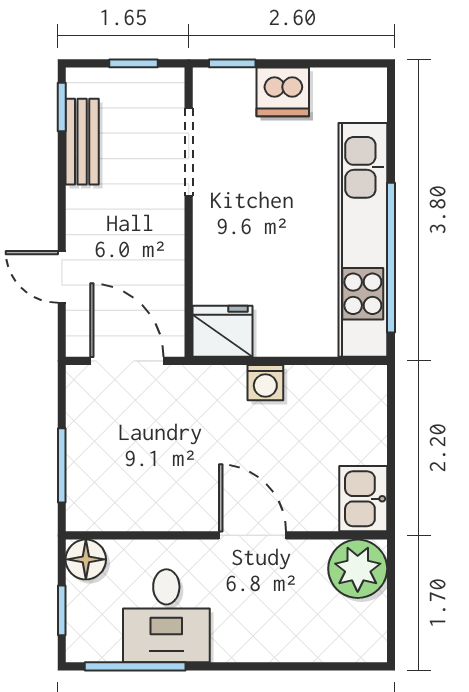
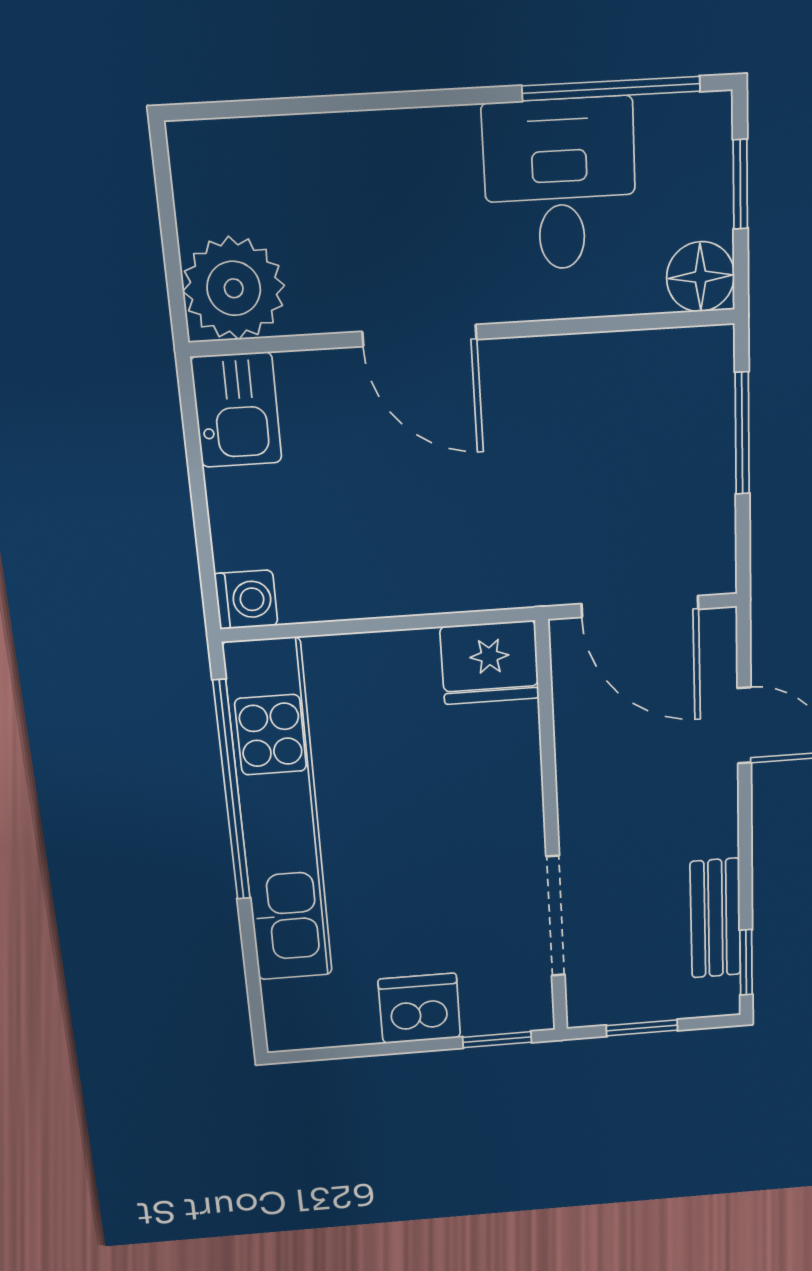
washing machine: (265, 383) -> (246, 600), moved, turned 90

